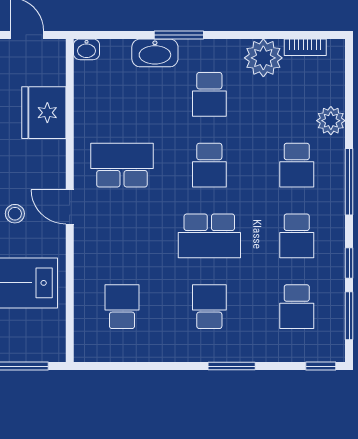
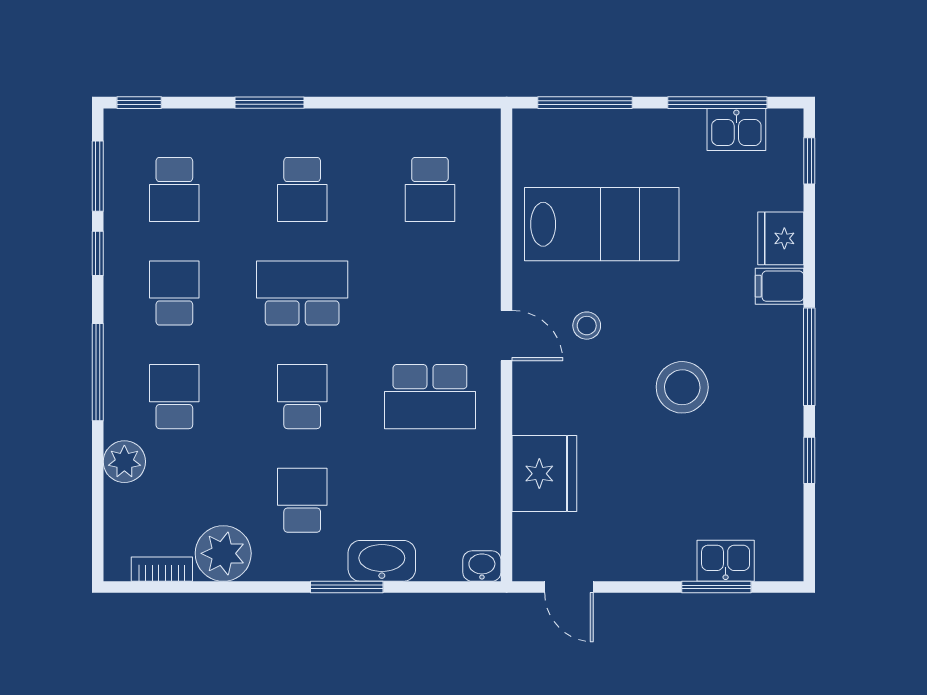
school desk: (297, 307) -> (174, 189), turned 180

